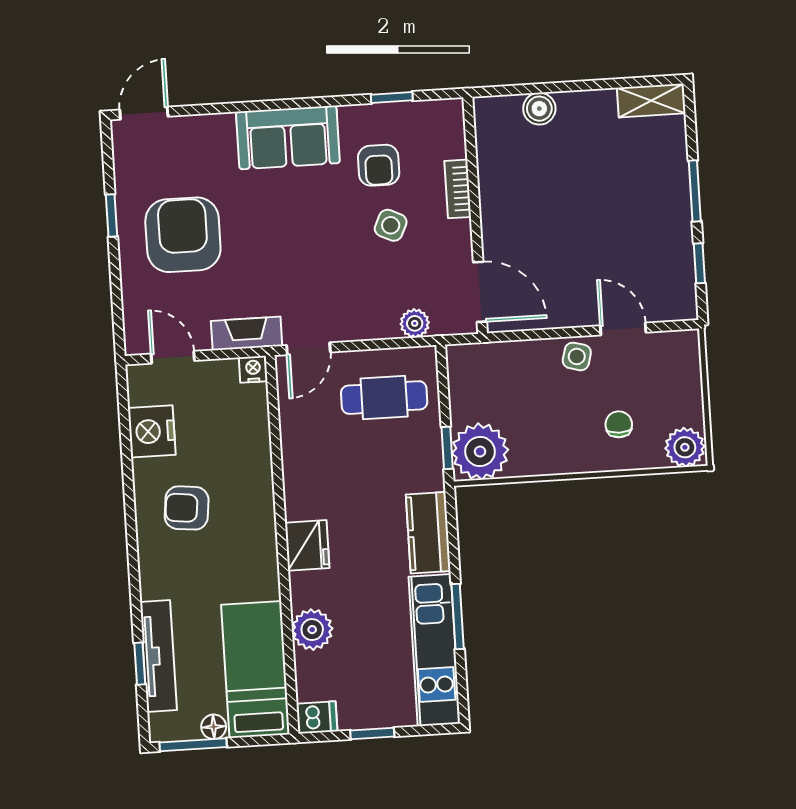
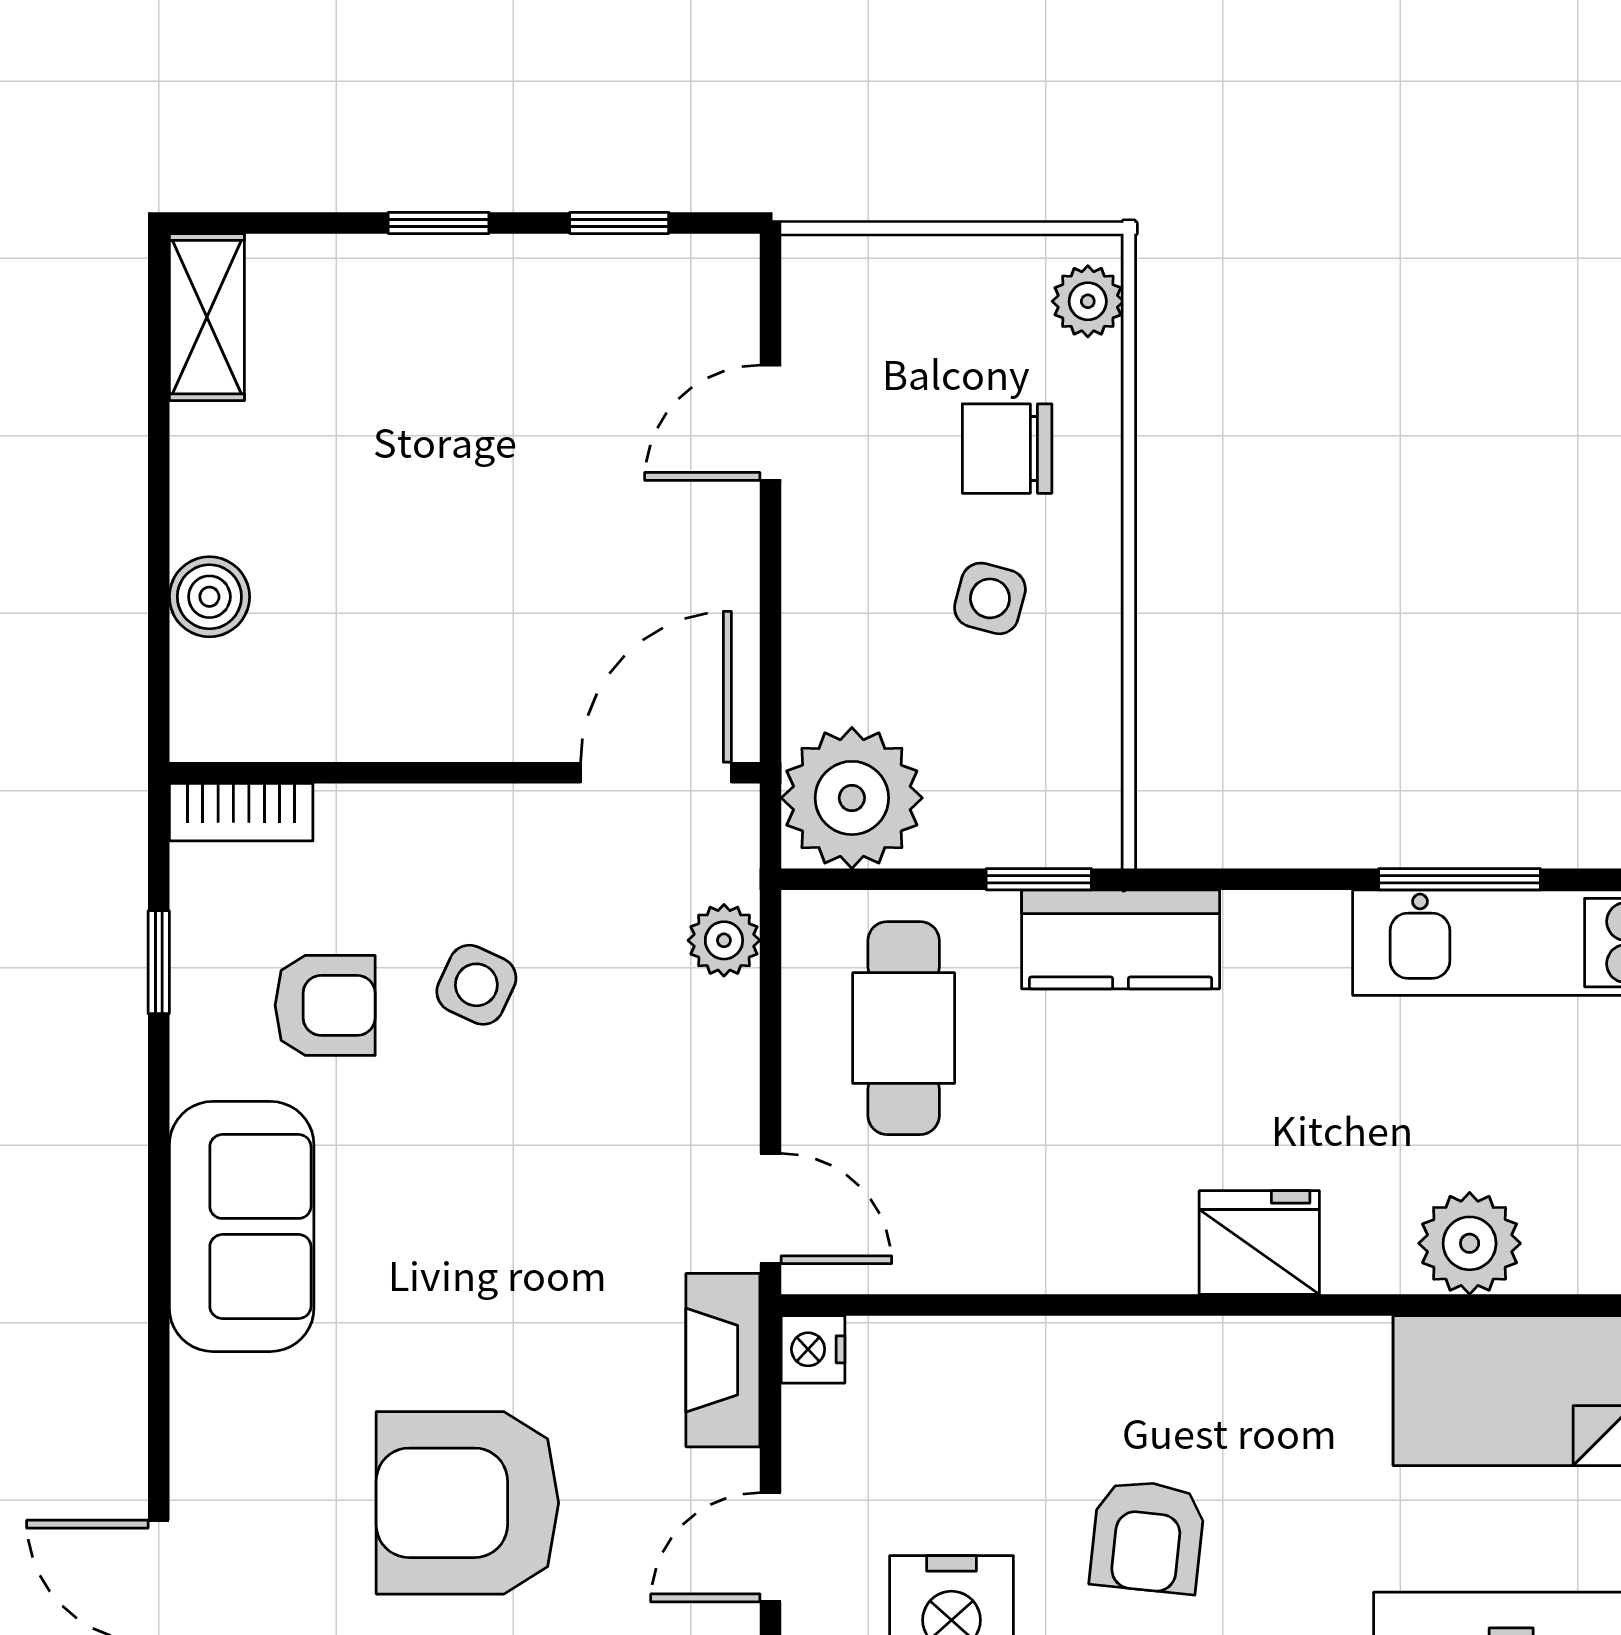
bookcase: (458, 189) -> (241, 812), moved
window: (695, 191) -> (439, 223), width x0.67
side table: (577, 356) -> (990, 598), moved
chair: (619, 424) -> (1007, 449), width x1.37, depth x1.37
plant: (685, 447) -> (1088, 301), width x0.73, depth x0.73
plant: (480, 452) -> (852, 798), moved
kitchen counter: (428, 533) -> (1121, 939), moved

